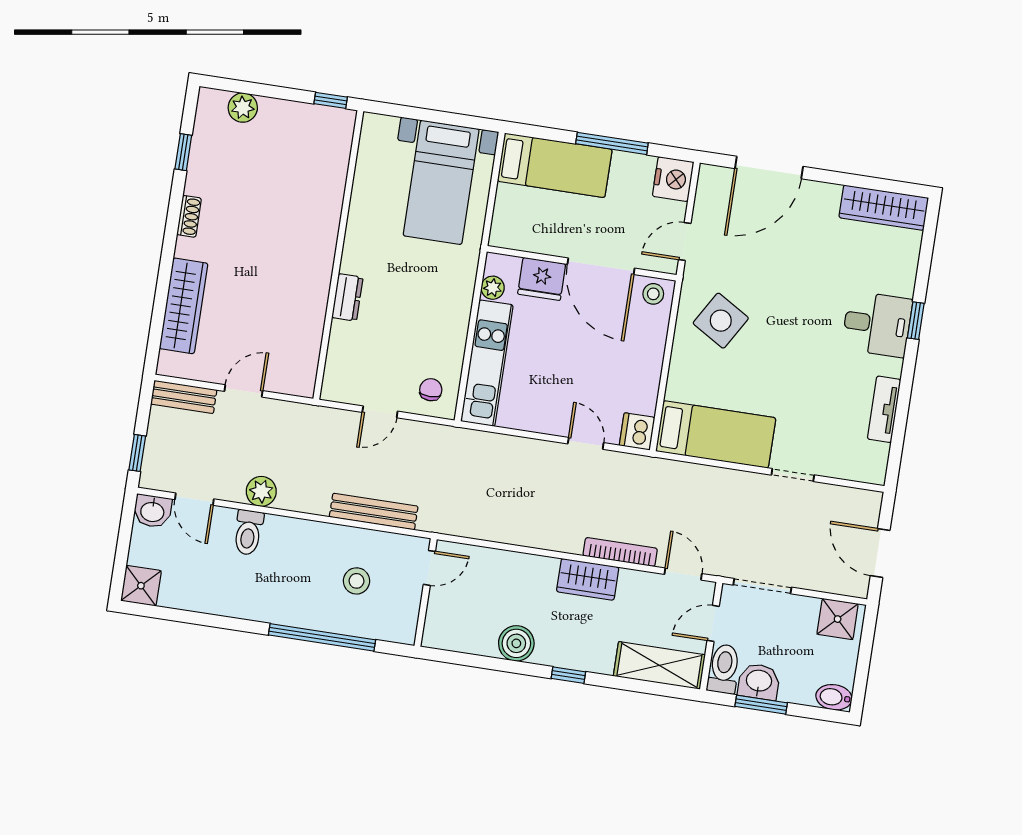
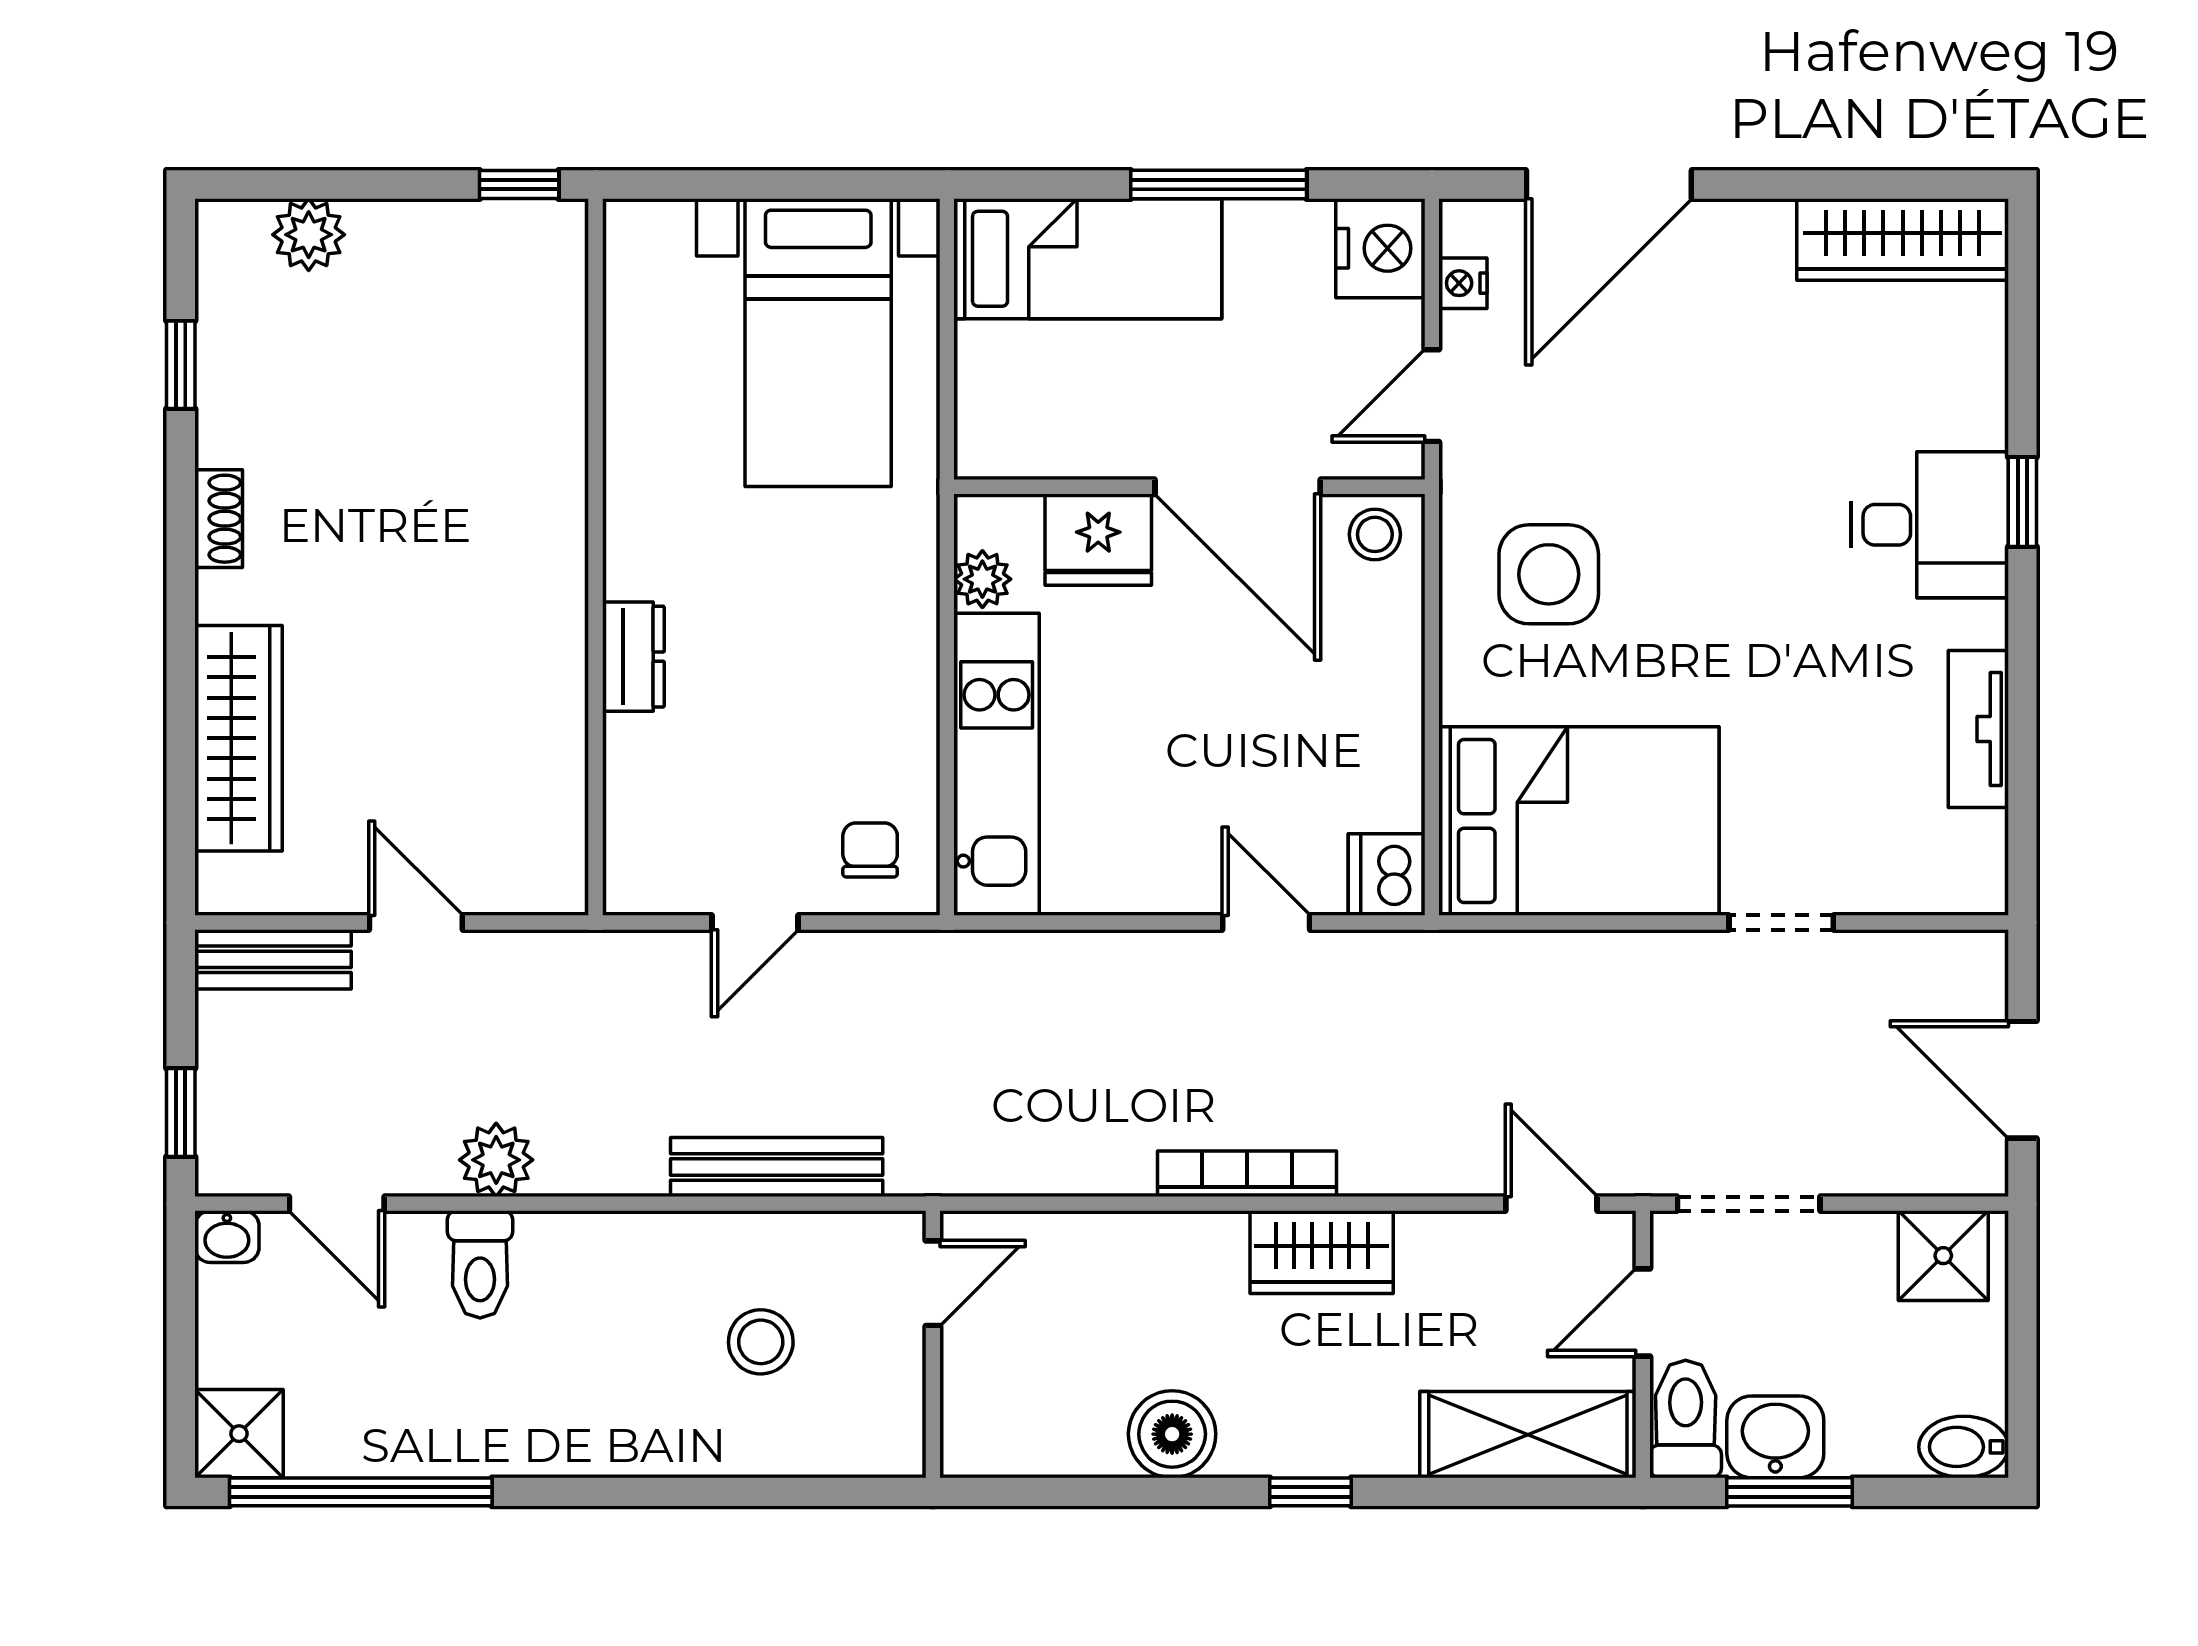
nightstand: (704, 198) -> (1463, 283), added
side table: (721, 321) -> (1549, 574), turned -31
door: (244, 391) -> (416, 923), hinge flipped
bed: (716, 434) -> (1579, 821), width x1.50
washbasin: (152, 511) -> (227, 1237), width x0.72, depth x0.69
bookcase: (620, 552) -> (1247, 1174), moved
window: (322, 637) -> (361, 1492), moved

